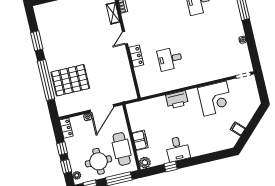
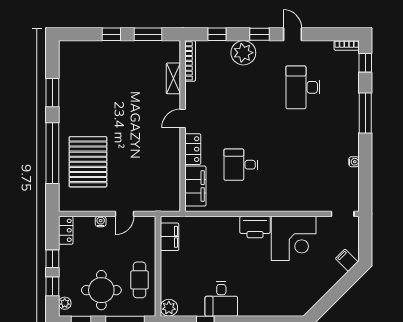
pallet: (70, 80) -> (88, 162), turned 90
filing cabinet: (144, 80) -> (195, 186), added
printer: (177, 100) -> (255, 227), moved
door: (102, 108) -> (125, 214), width x0.53
filing cabinet: (238, 129) -> (347, 260), moved
filing cabinet: (140, 140) -> (169, 237), moved
cafe table: (122, 149) -> (139, 280), width x0.73, depth x0.74

